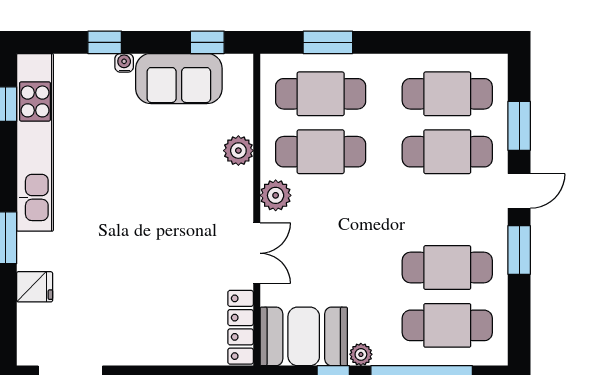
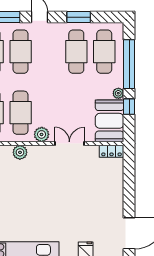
window: (519, 250) -> (79, 17), moved
locker: (241, 327) -> (112, 151), width x0.66

